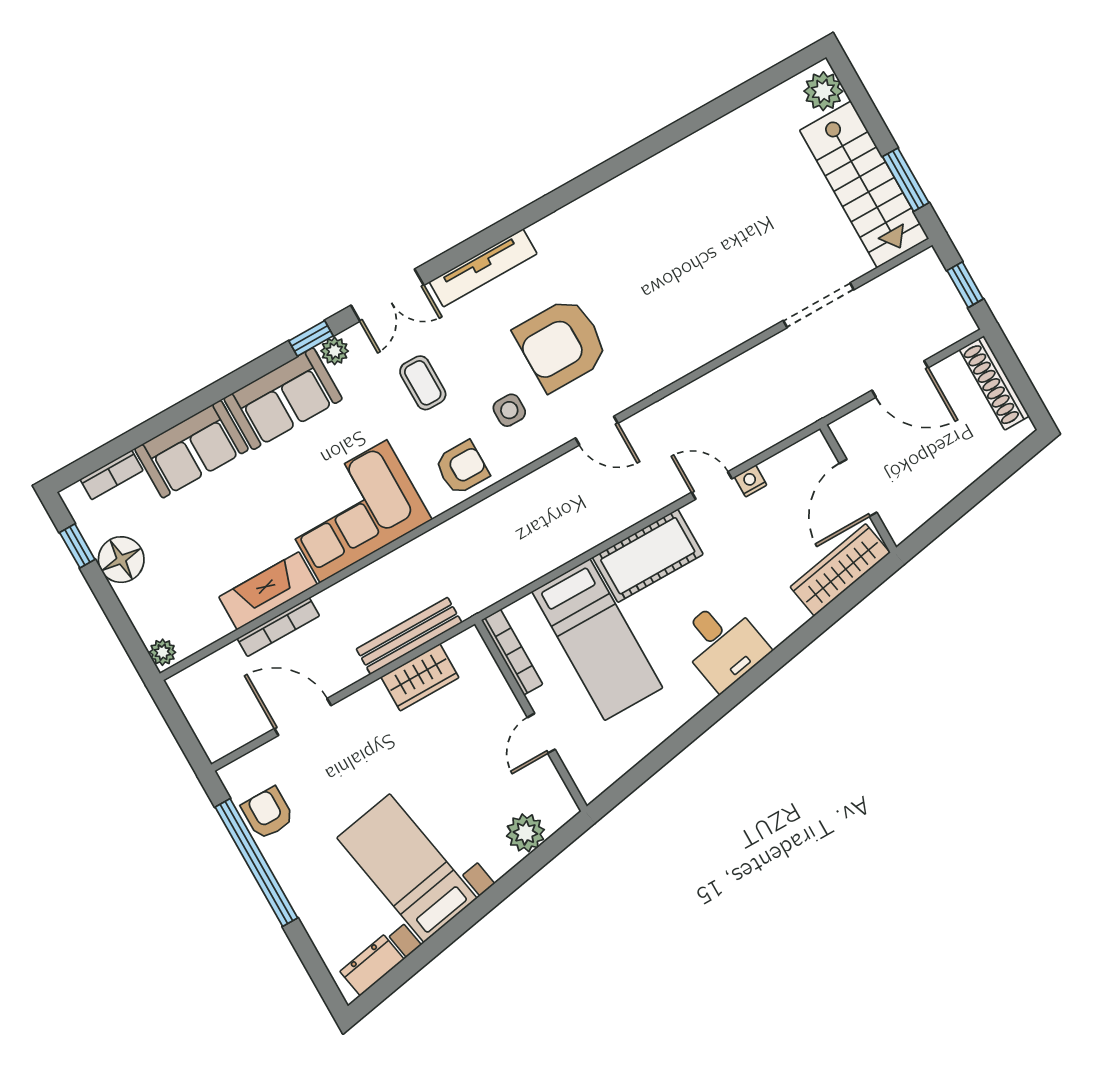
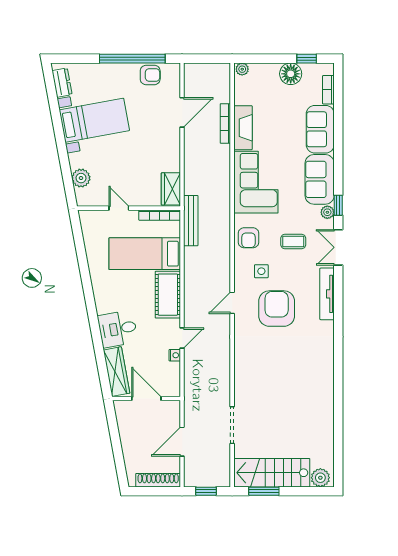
bench: (409, 636) -> (191, 221), moved
desk: (723, 644) -> (118, 329), moved
wardrobe: (420, 677) -> (171, 189), moved

